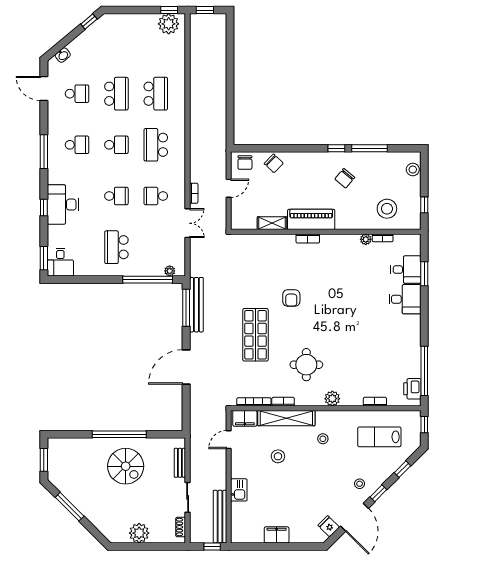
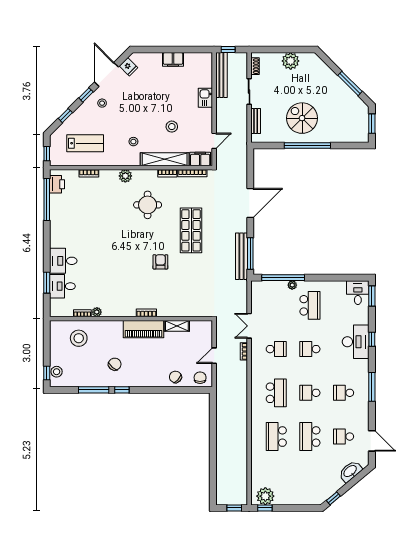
washbasin: (63, 55) -> (350, 471), width x1.91, depth x1.45
window: (424, 205) -> (47, 373), moved
plant: (170, 271) -> (292, 285), moved

